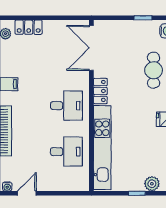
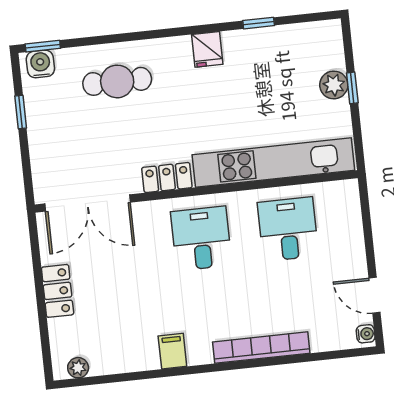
locker: (29, 27) -> (58, 291), moved
plant: (152, 184) -> (334, 85), moved

